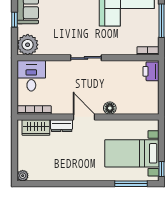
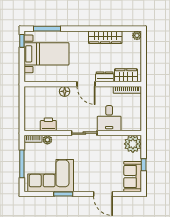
plant: (131, 50) -> (47, 140), added
printer: (151, 71) -> (48, 124), moved, turned -90
desk: (31, 76) -> (109, 118), moved
wardrobe: (61, 173) -> (105, 37), added

